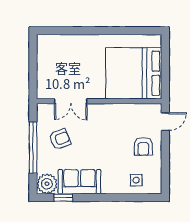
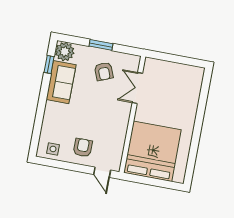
armchair: (143, 146) -> (83, 148), turned 90
window: (33, 147) -> (101, 45), width x0.47
side table: (136, 180) -> (53, 149), moved

